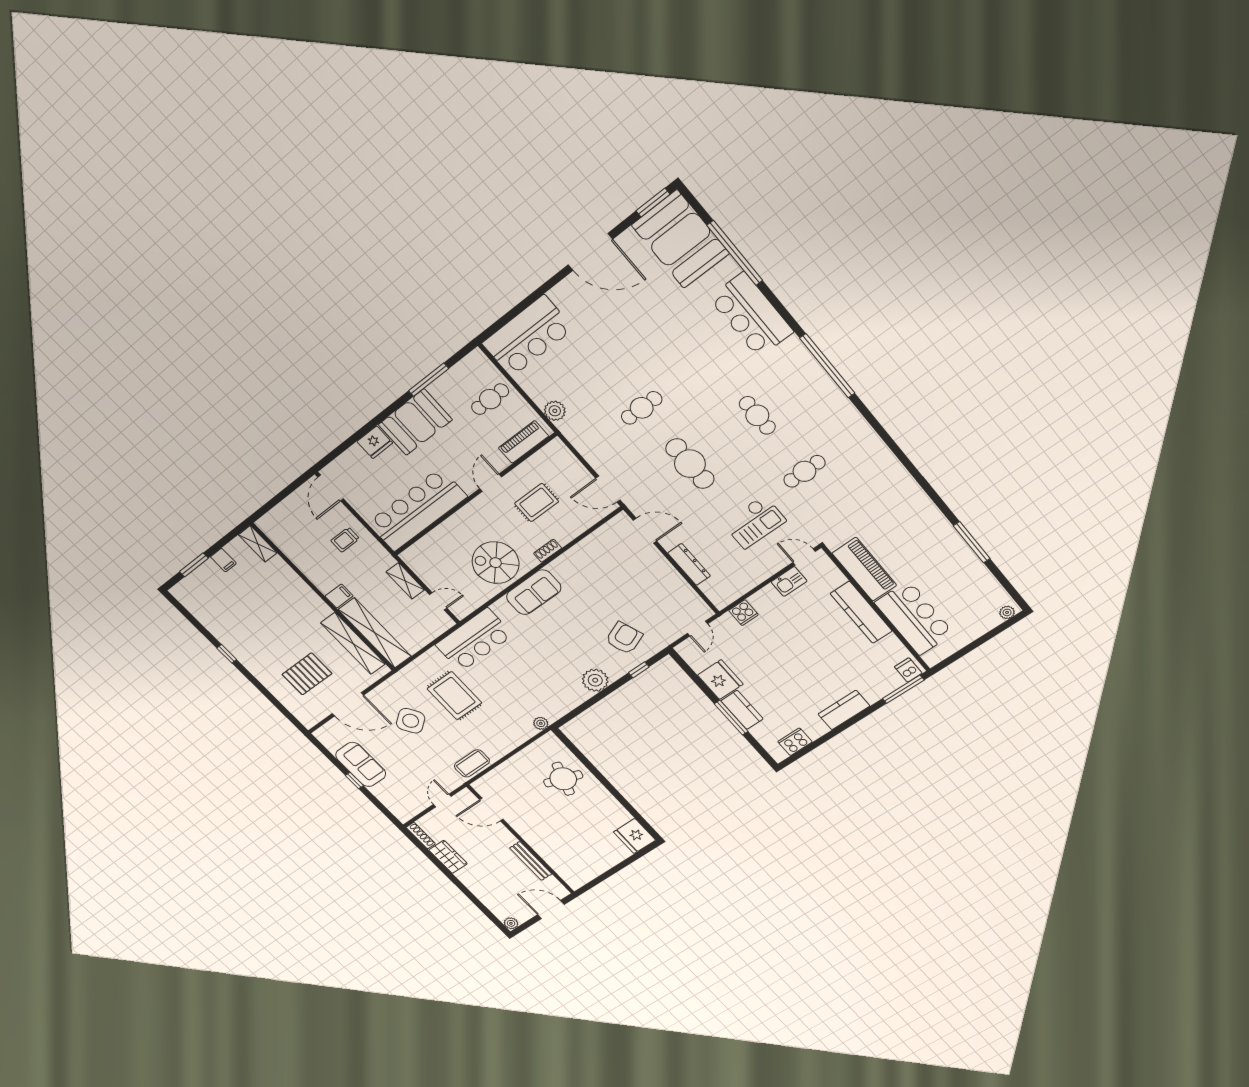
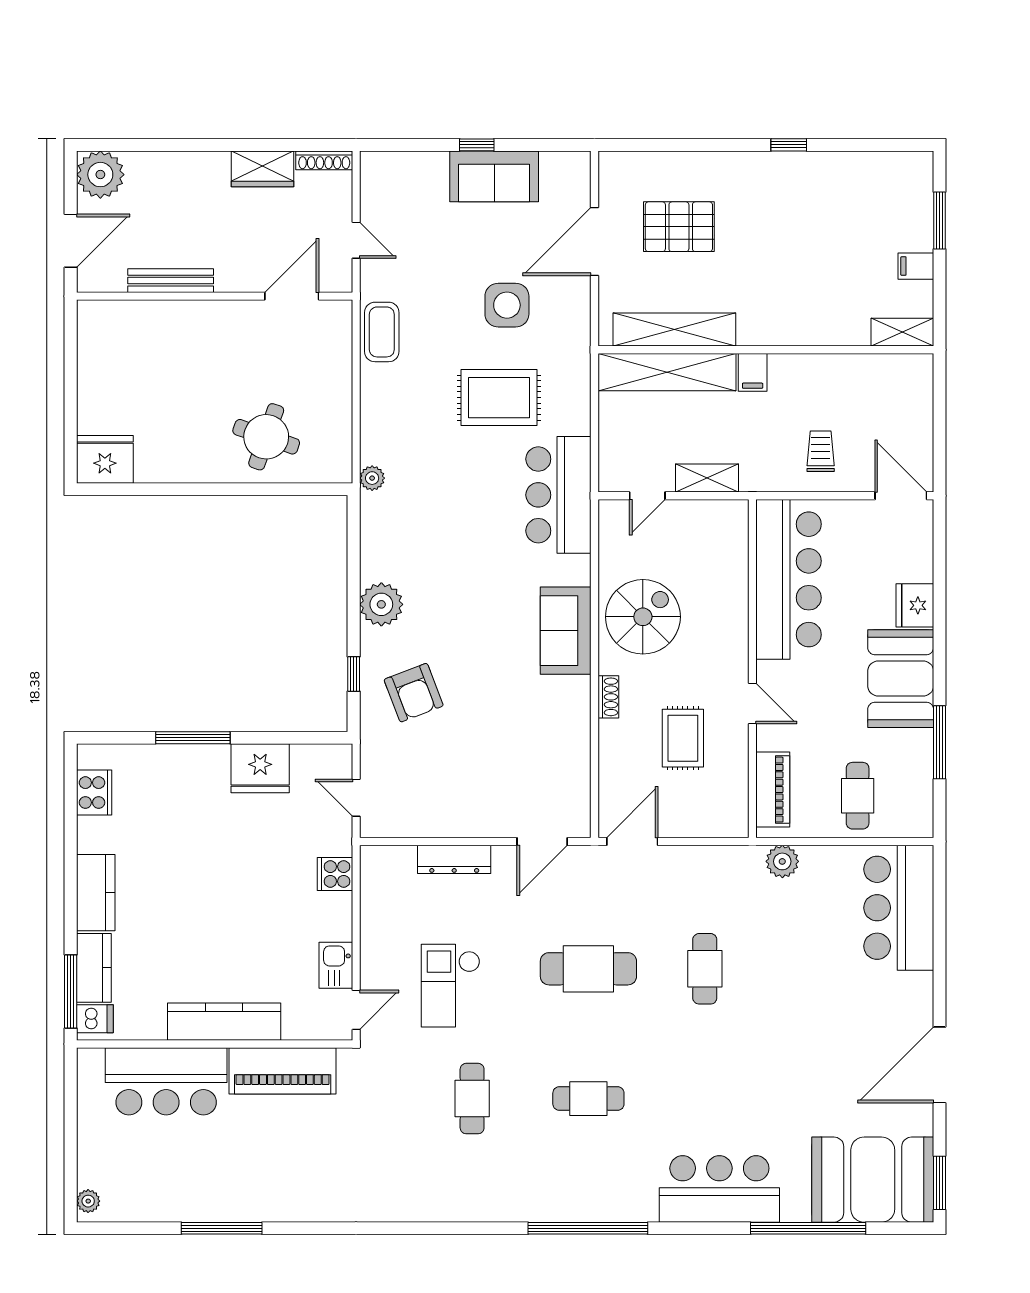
pallet: (307, 674) -> (679, 227), turned 90
kitchen counter: (742, 710) -> (94, 968), moved, turned -90
side table: (411, 721) -> (507, 305), turned 35
plant: (511, 923) -> (100, 175), width x1.87, depth x1.87

